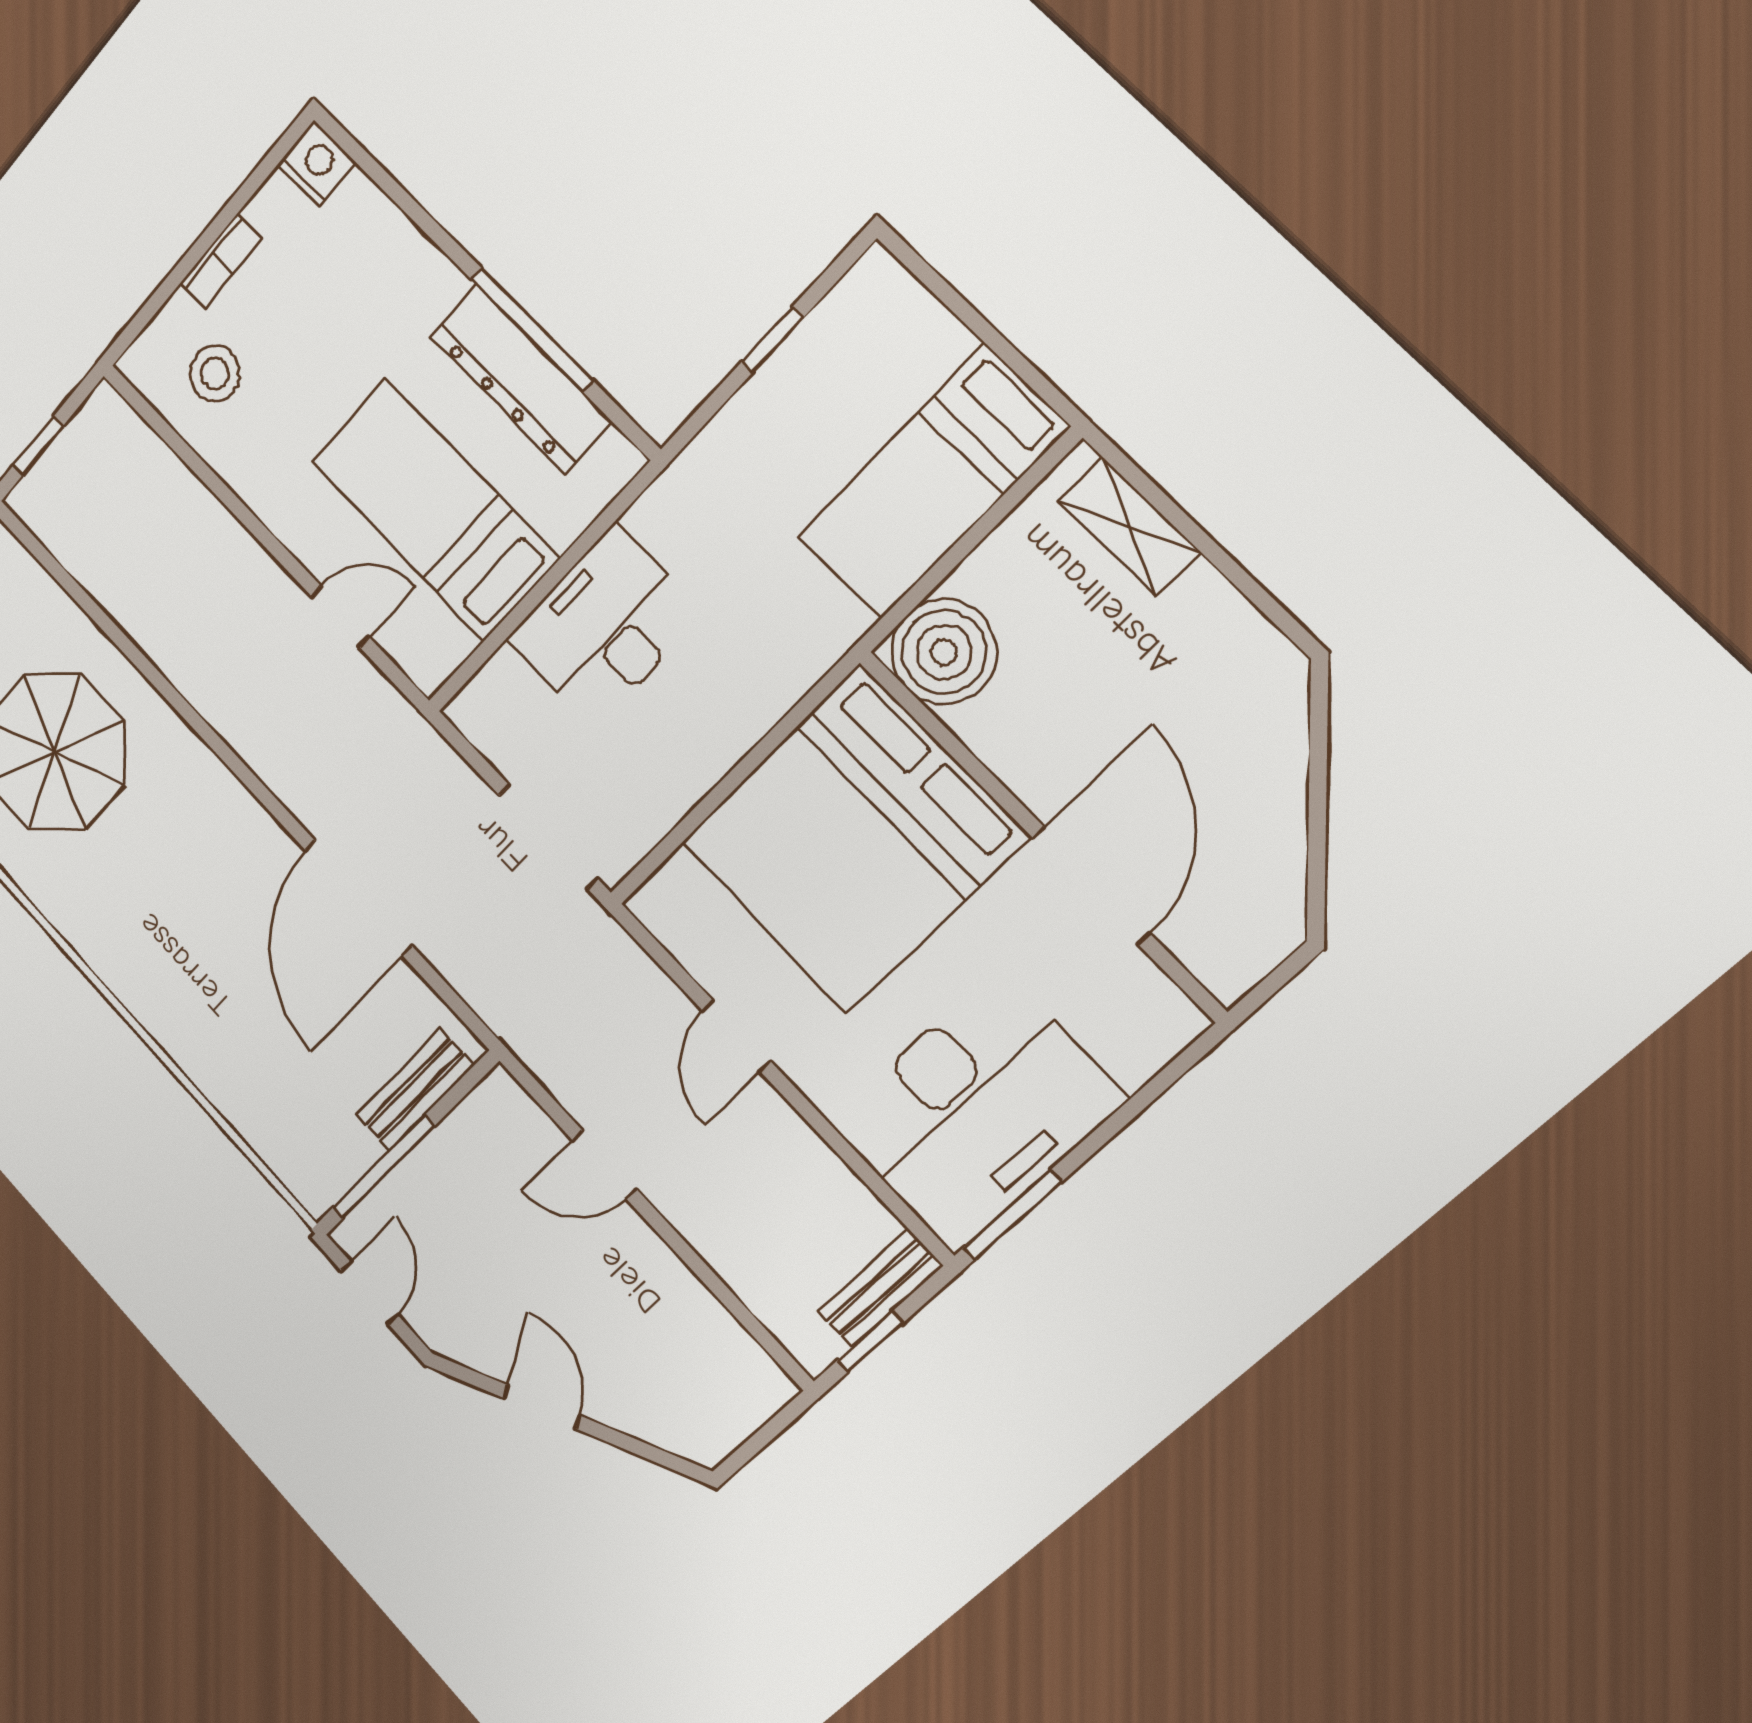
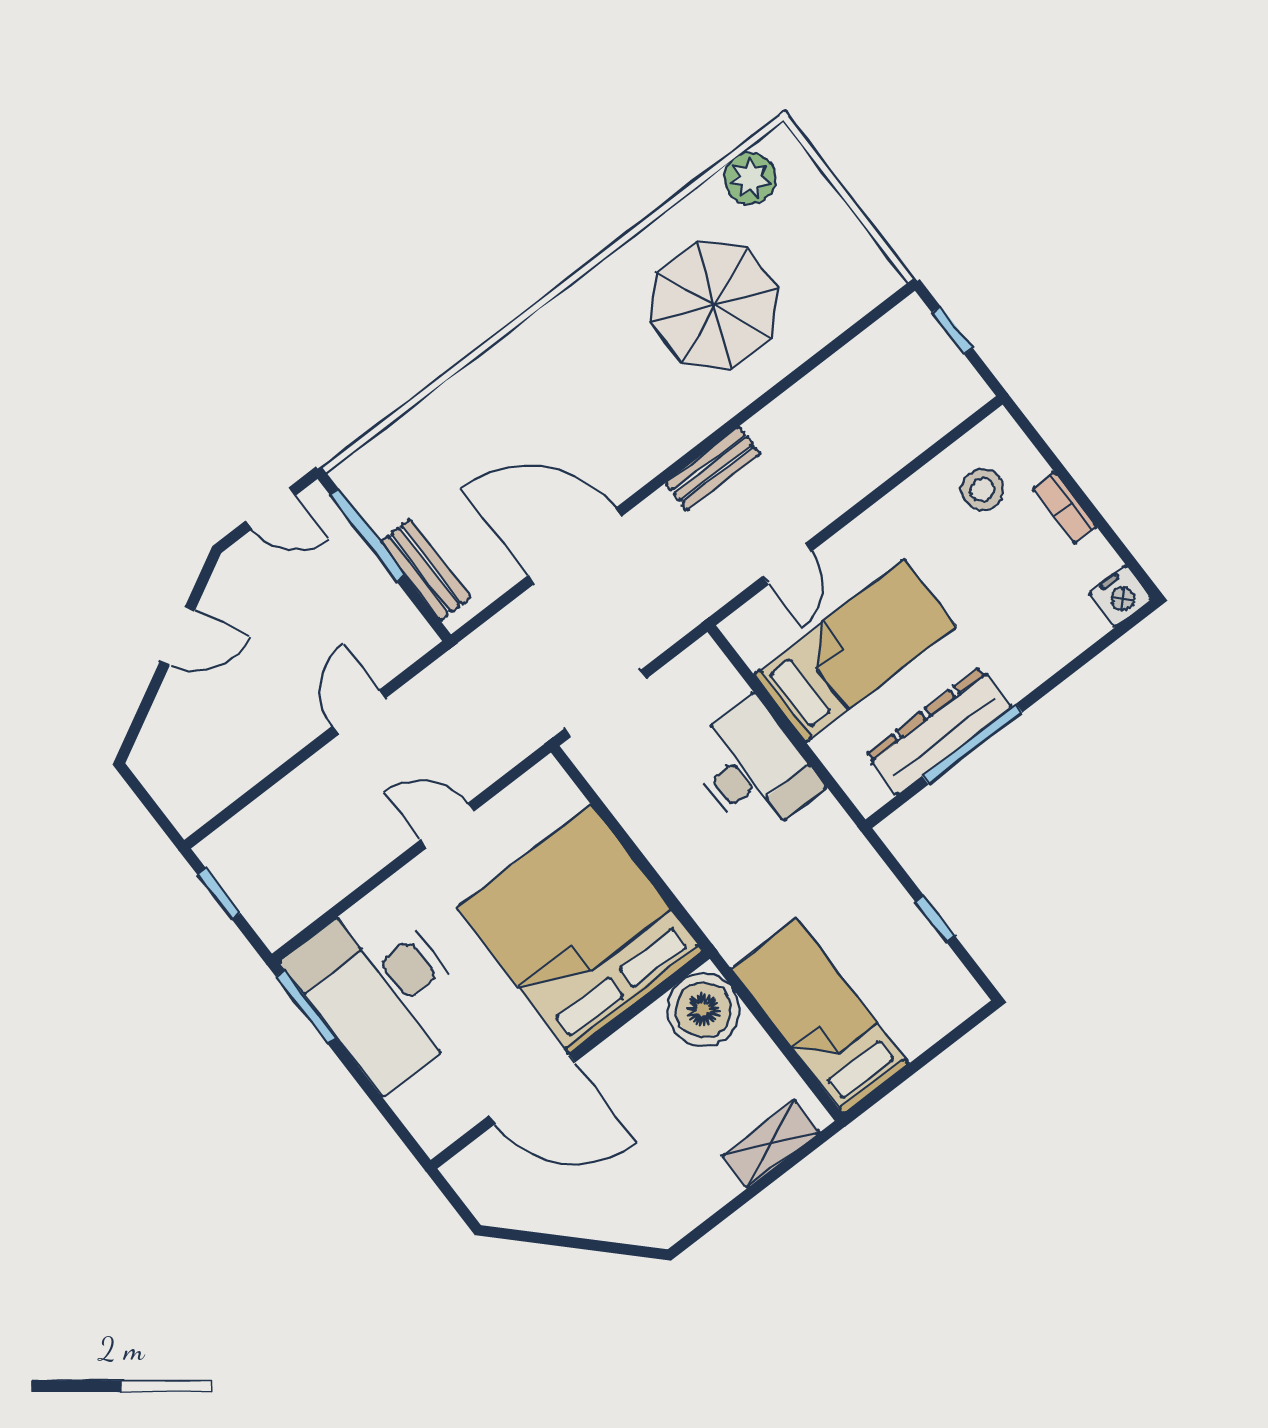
bench: (880, 1288) -> (713, 469), moved, turned 90

